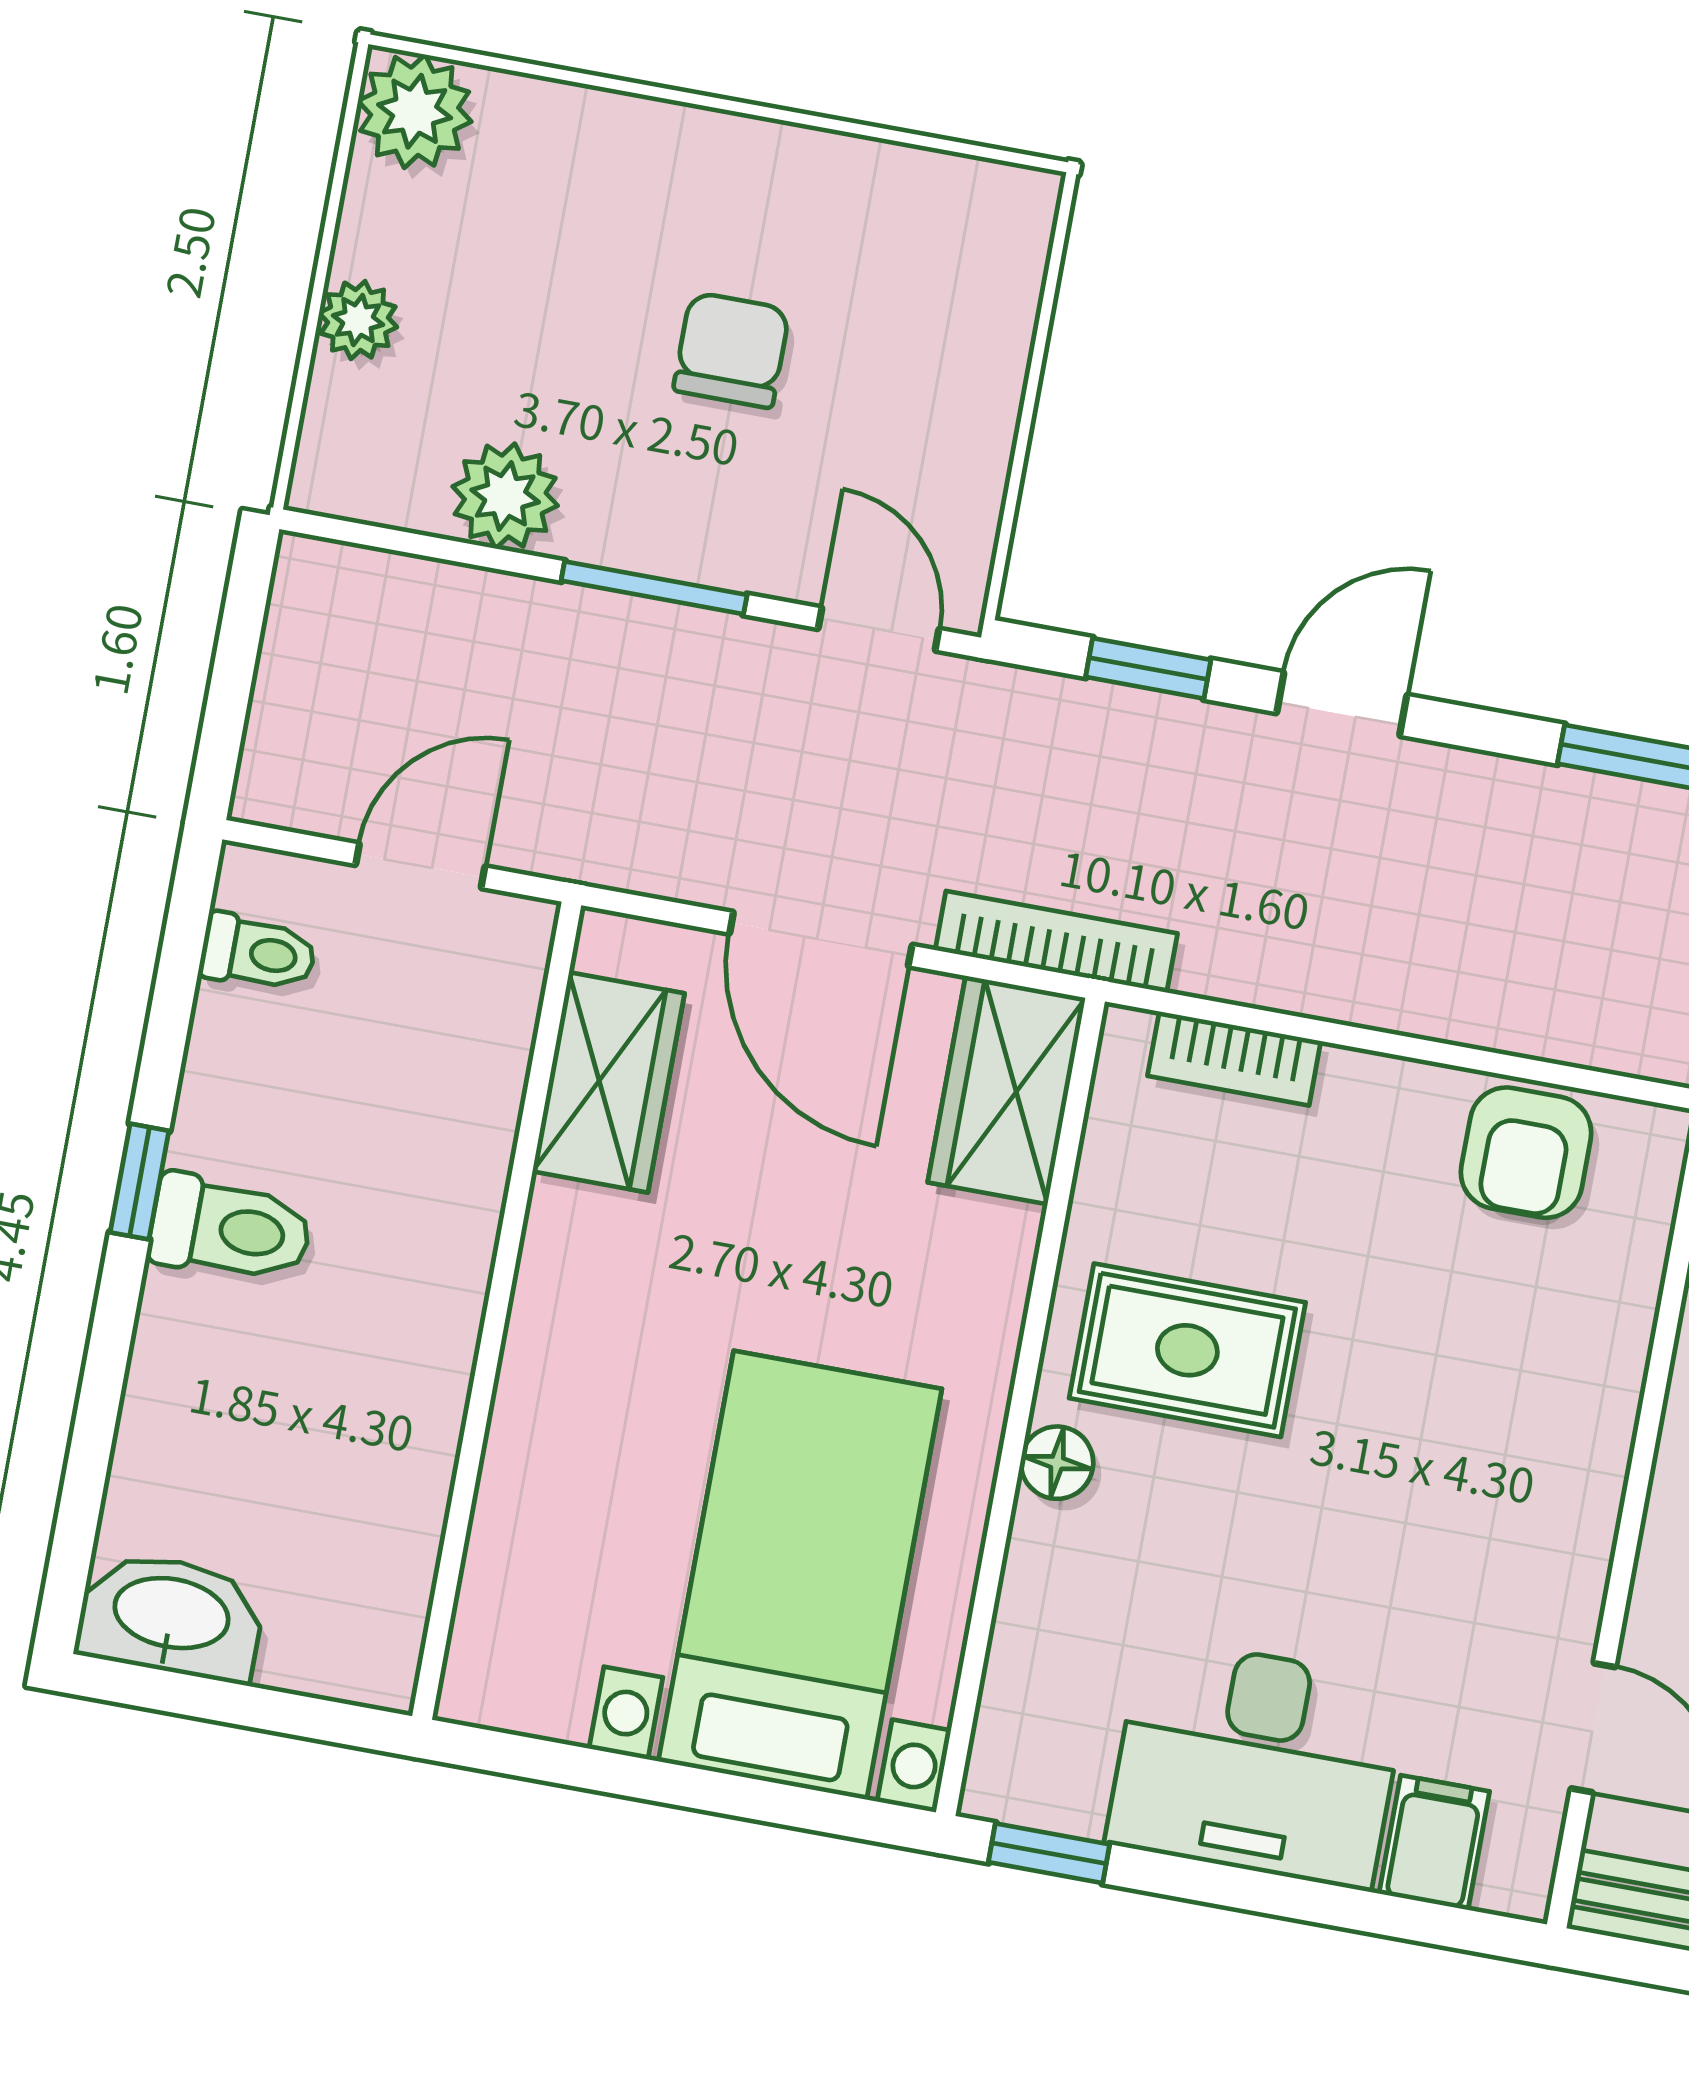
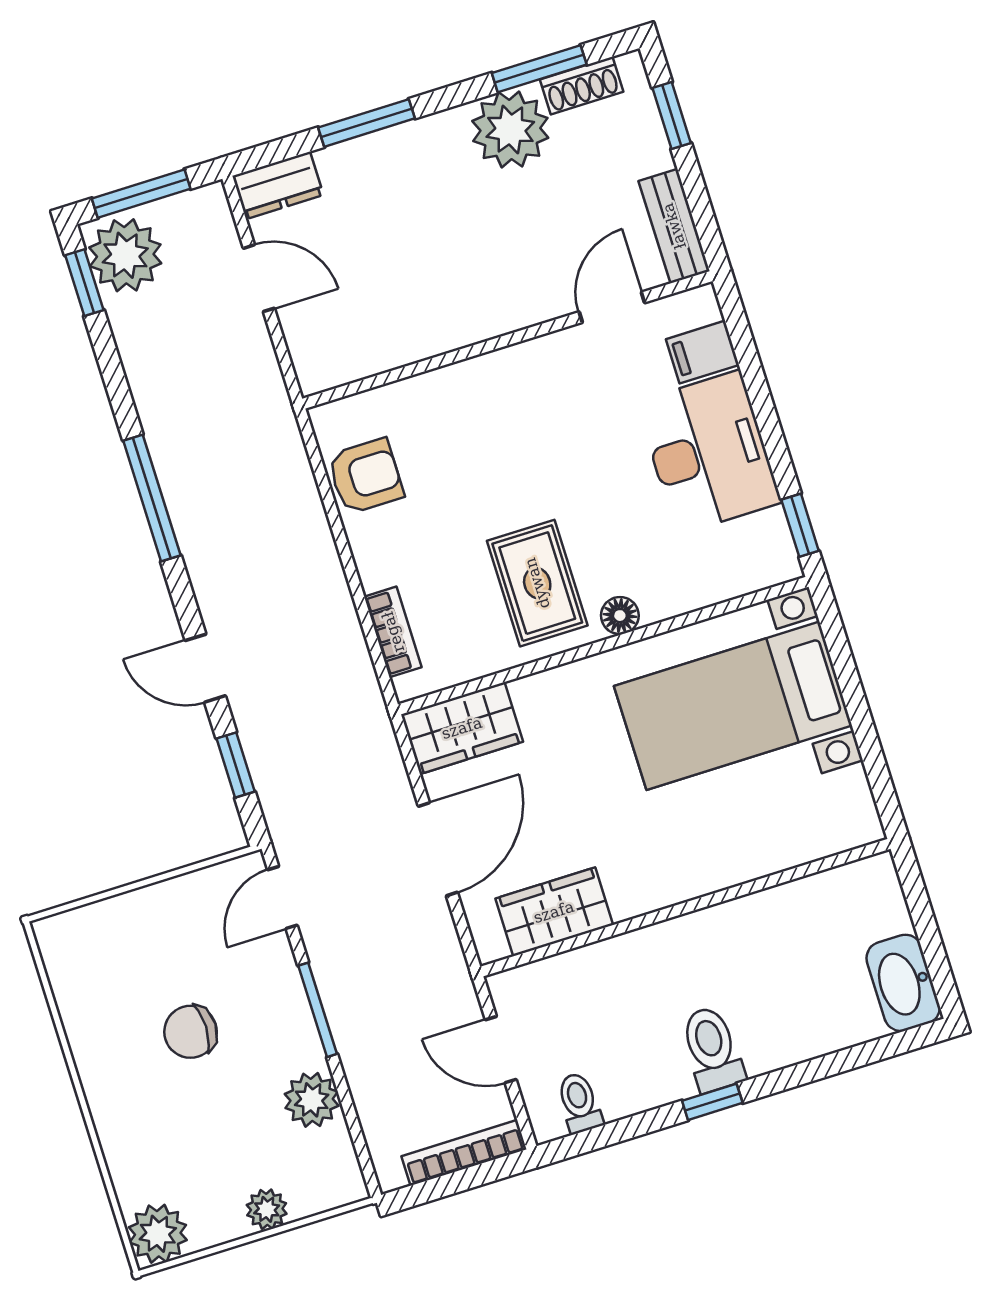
bookcase: (1056, 942) -> (464, 1153), moved, turned 90

